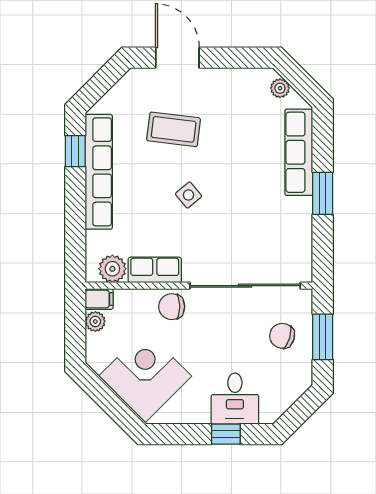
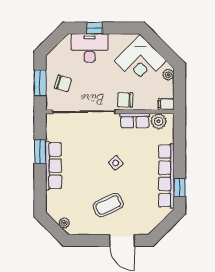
coffee table: (174, 129) -> (108, 205), moved, turned -32
row of seats: (299, 152) -> (54, 166), moved
window: (323, 193) -> (40, 152), moved
chair: (172, 307) -> (125, 100), turned 180
plant: (95, 321) -> (168, 75), moved
desk: (235, 399) -> (90, 48), width x1.37

